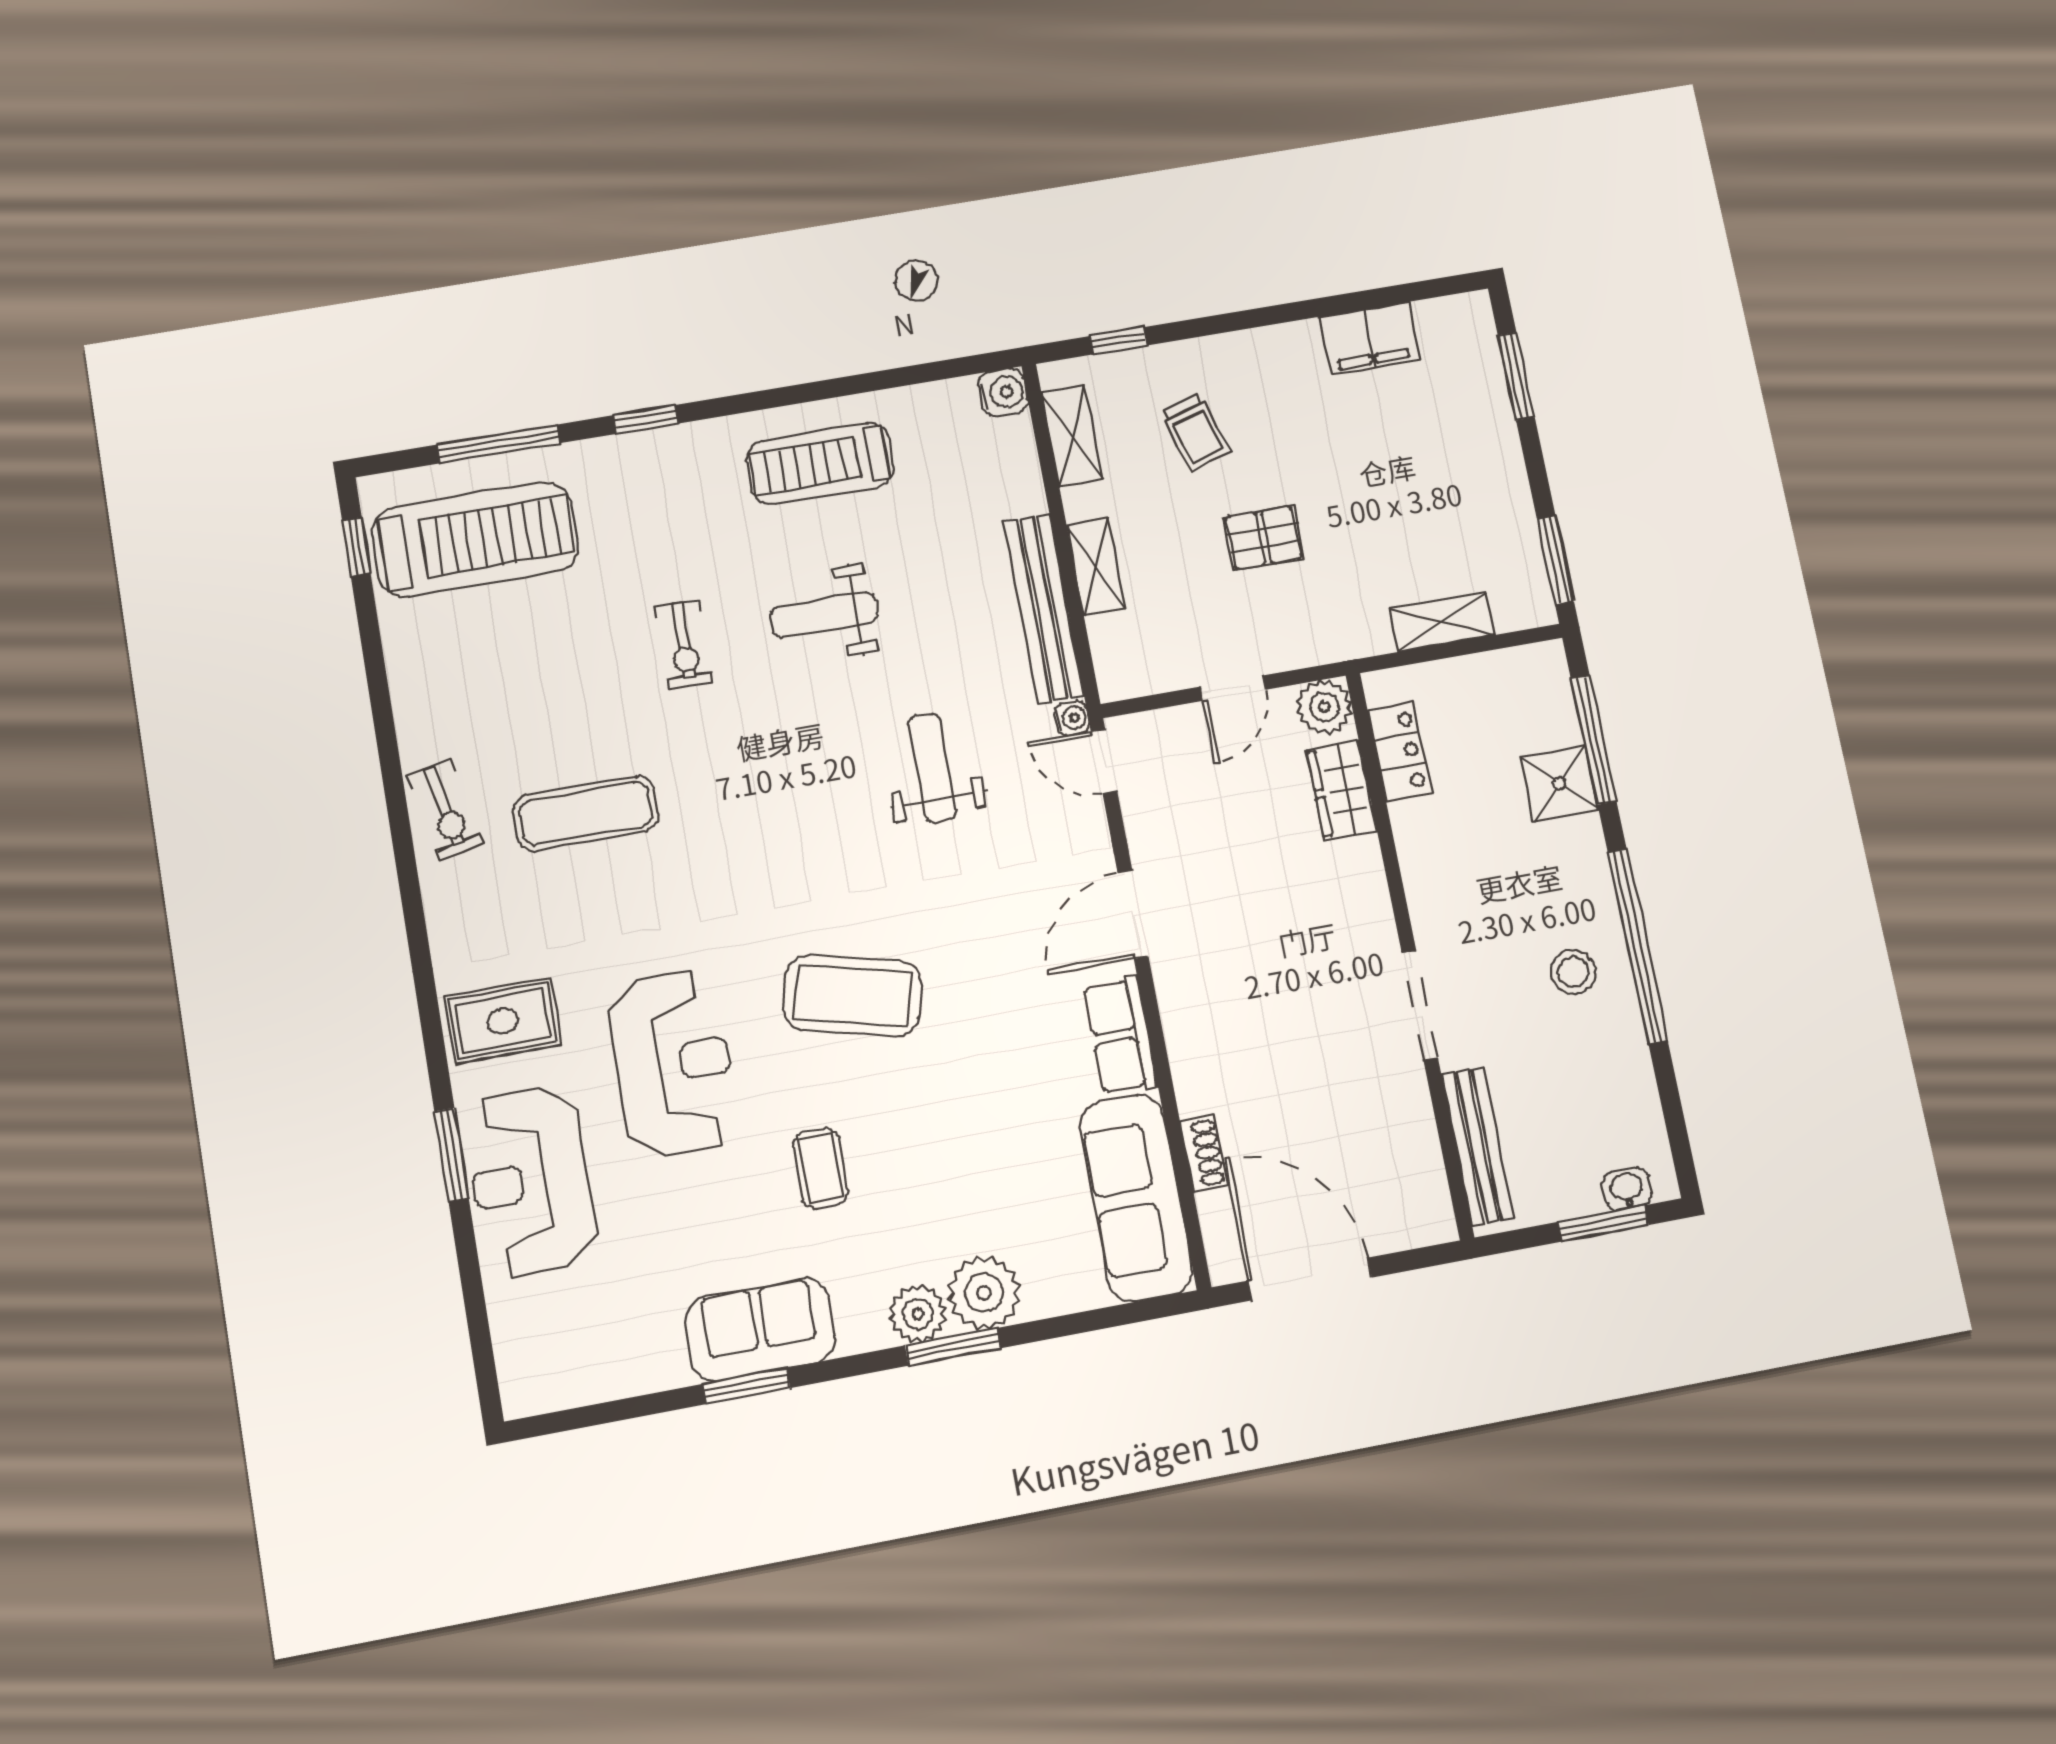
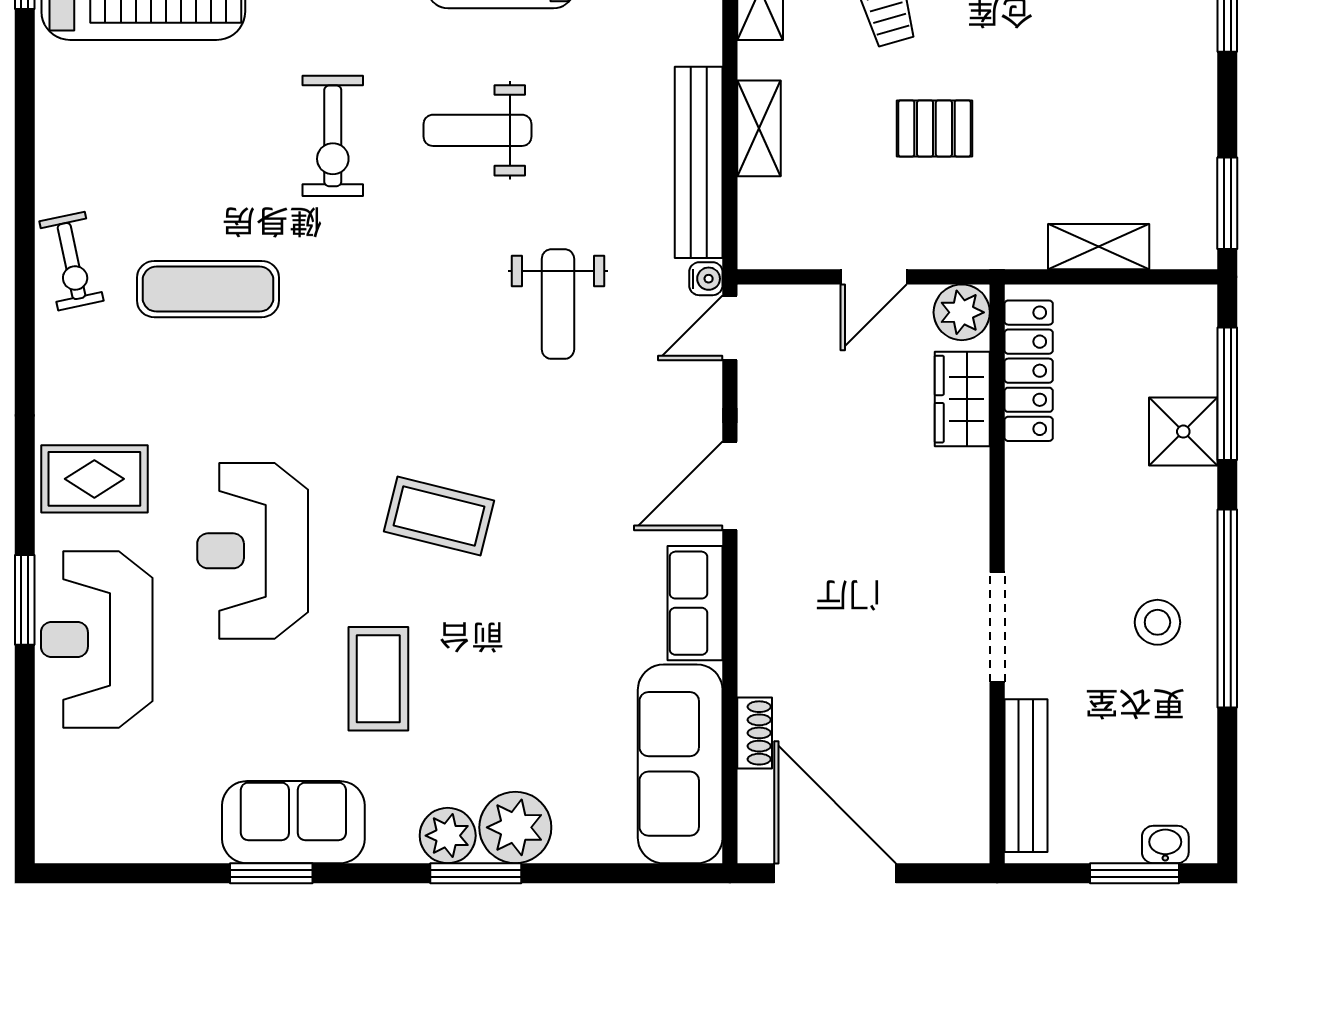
exercise bike: (684, 644) -> (333, 136), width x1.38, depth x1.39
locker: (1400, 751) -> (1029, 371), width x1.53
door: (1104, 761) -> (730, 328), hinge flipped
weight bench: (932, 768) -> (558, 304), turned 180
coffee table: (853, 995) -> (439, 516), width x0.73, depth x0.76
reception desk: (673, 1064) -> (253, 551), turned 180
coffee table: (821, 1169) -> (378, 679), width x1.36, depth x1.30

